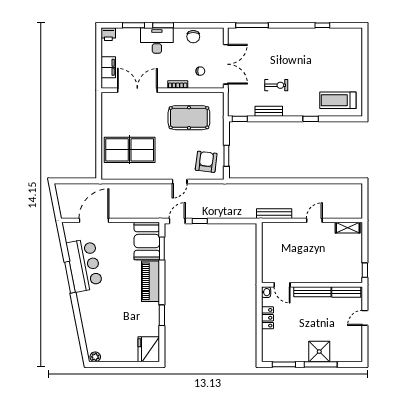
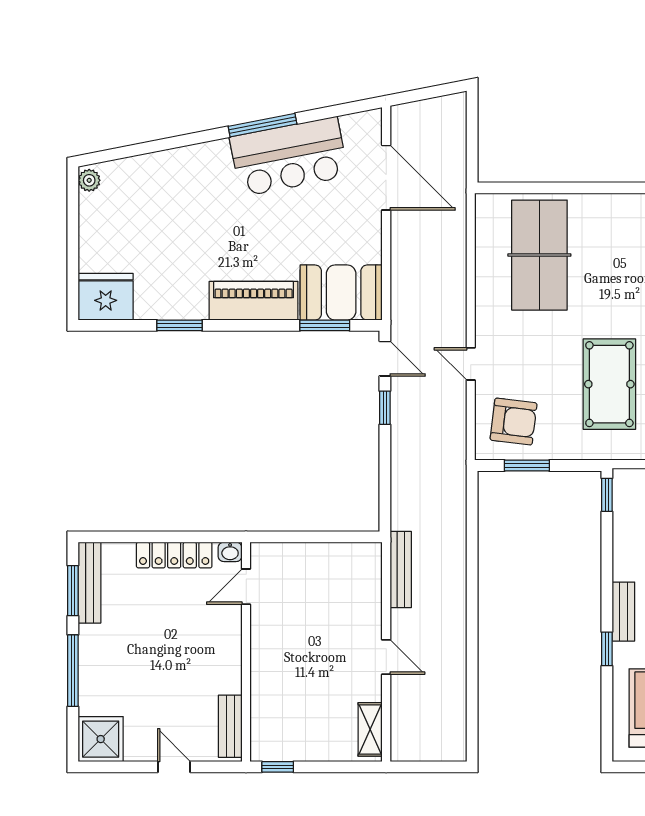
bench: (269, 111) -> (623, 612), moved
bench: (312, 292) -> (89, 583), moved
locker: (268, 318) -> (174, 555), width x1.53
shower: (319, 352) -> (101, 739), moved

